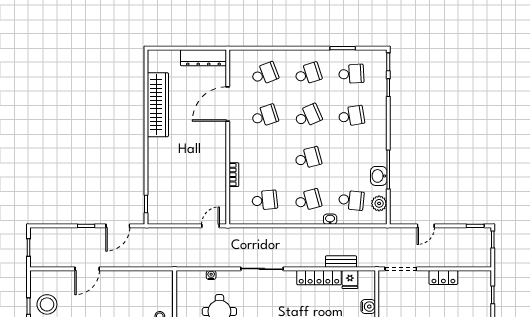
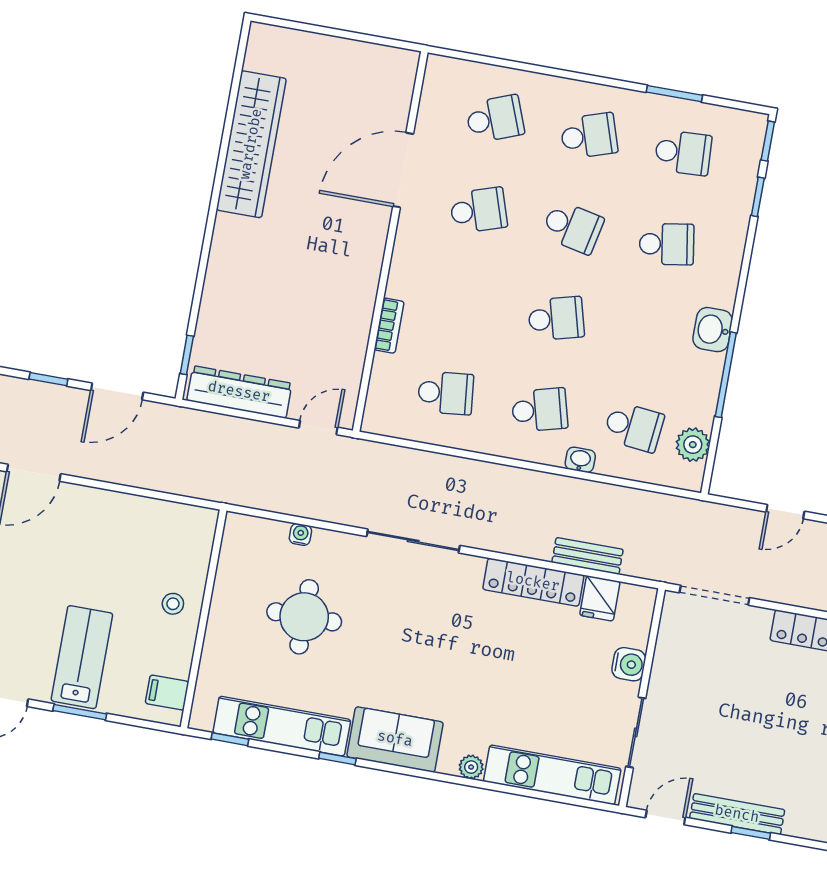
dresser: (203, 58) -> (239, 392), moved, turned 180
school desk: (308, 116) -> (573, 227), turned 36
washbasin: (379, 176) -> (713, 330), moved

